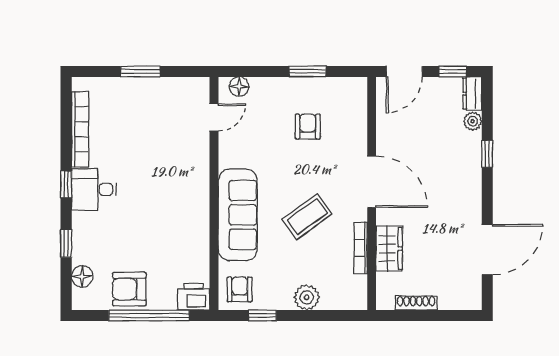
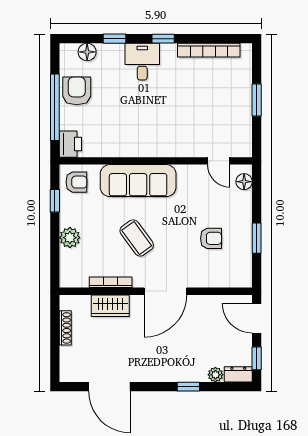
desk: (94, 189) -> (142, 62), moved

